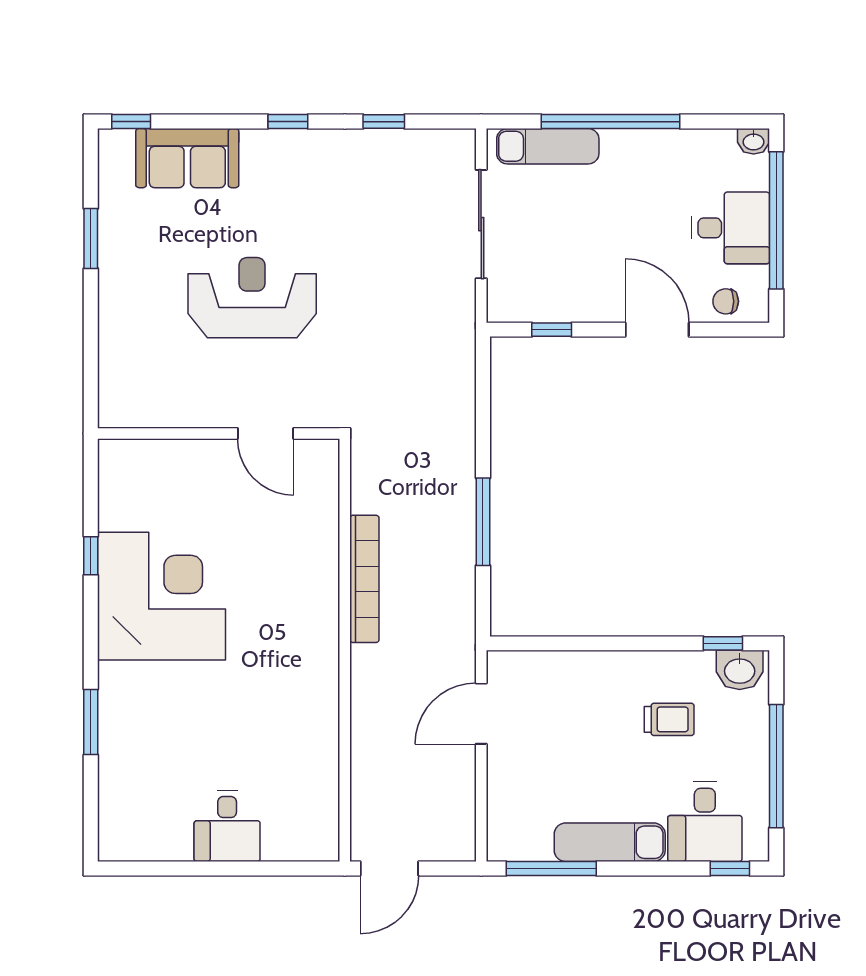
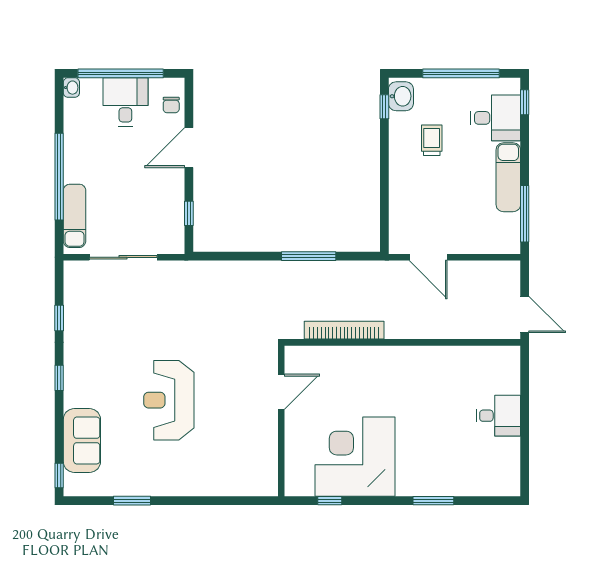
wall: (219, 434) -> (281, 421), moved
door: (266, 434) -> (281, 392), moved

